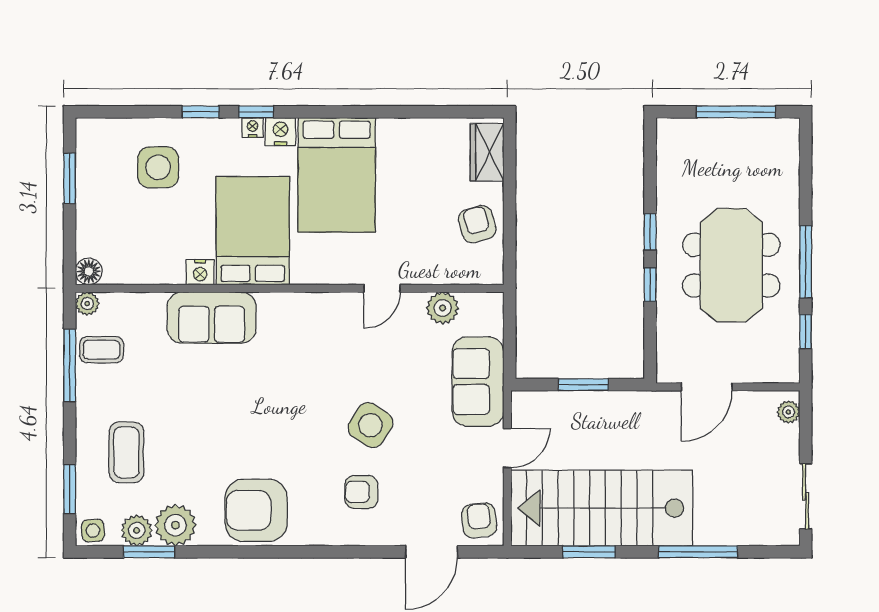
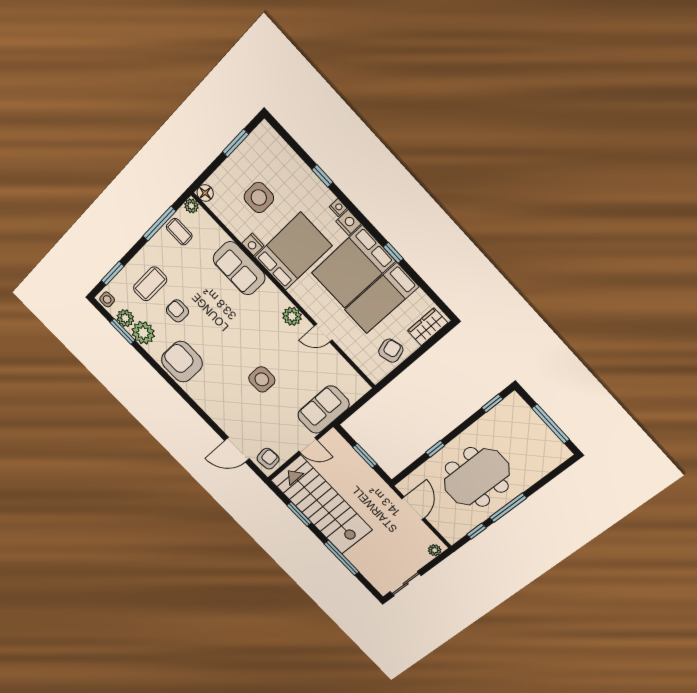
window: (256, 112) -> (393, 253), moved
side table: (158, 167) -> (259, 198), moved
bed: (404, 176) -> (382, 298), added
window: (650, 232) -> (492, 403), moved
plant: (443, 308) -> (292, 316), moved
door: (707, 387) -> (413, 508), swing flipped
side table: (370, 425) -> (262, 379), turned -33
armchair: (361, 492) -> (177, 311), moved

